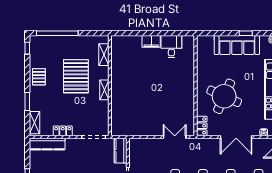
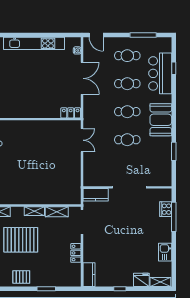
round table: (224, 96) -> (41, 90), removed
shelving: (35, 123) -> (57, 212), moved
double door: (175, 137) -> (82, 140), swing flipped
kitchen counter: (47, 144) -> (89, 275), width x0.67

